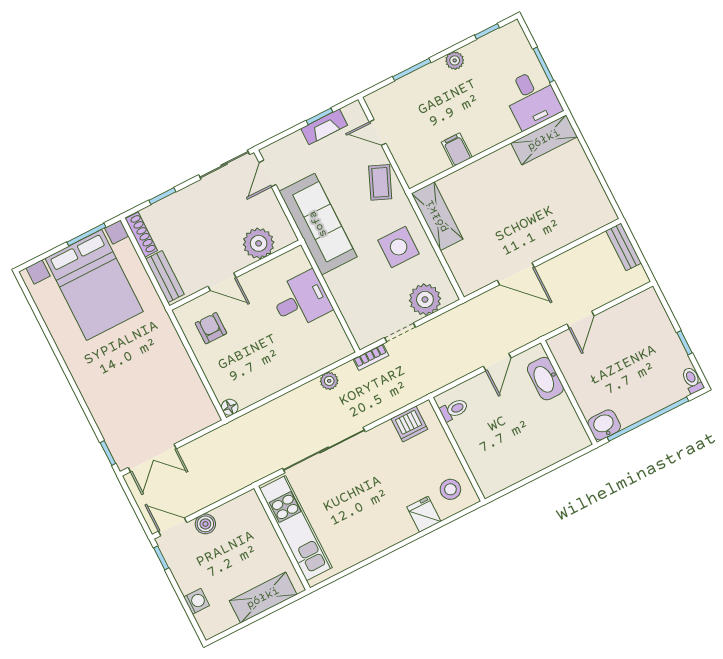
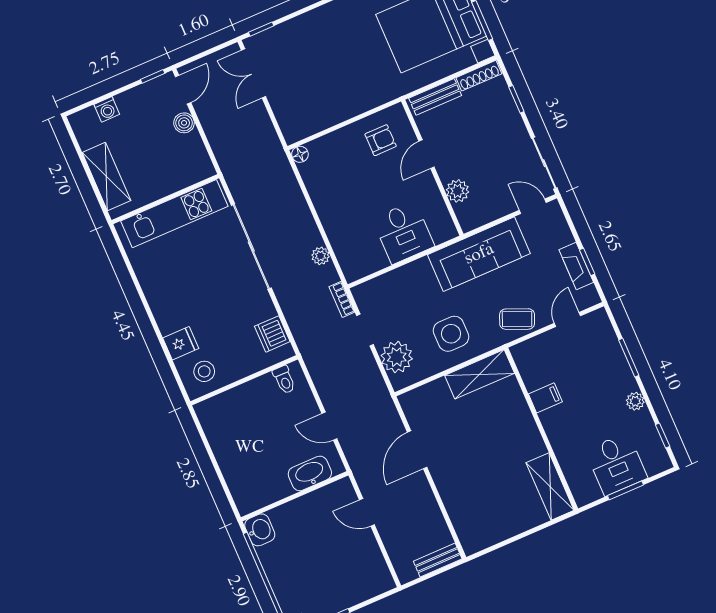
desk: (532, 99) -> (616, 464), moved, turned -90
plant: (259, 243) -> (457, 191), width x0.73, depth x0.73

